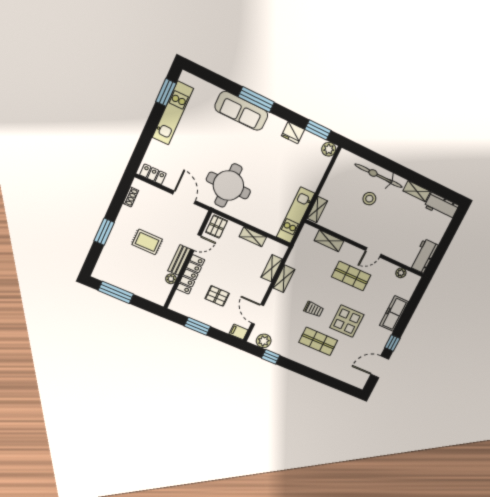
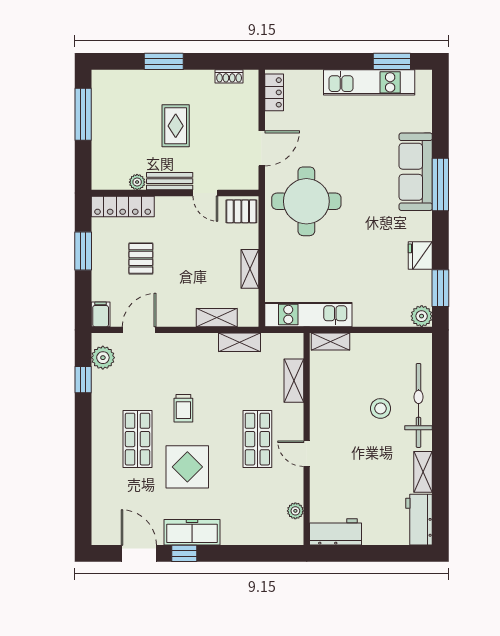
locker: (191, 274) -> (123, 207), moved
shelving: (284, 279) -> (239, 342), moved
freezer: (394, 314) -> (192, 532), moved

